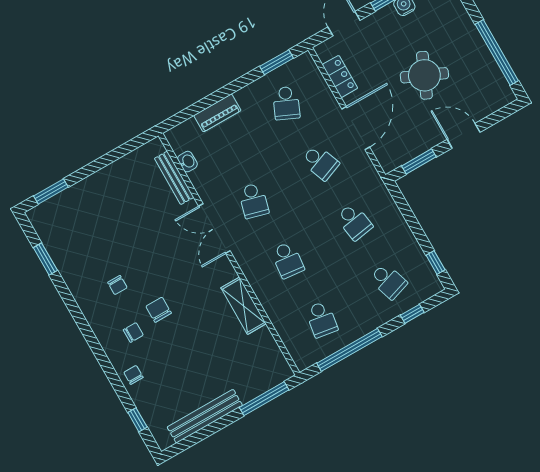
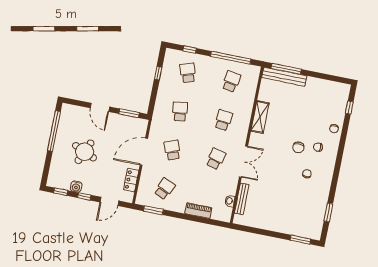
round table: (424, 75) -> (85, 152), moved
window: (436, 263) -> (158, 73), moved
bench: (205, 416) -> (284, 77), moved

